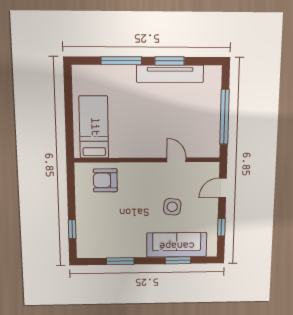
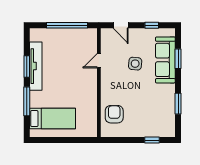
bed: (94, 127) -> (52, 119), moved, turned 180
armchair: (105, 180) -> (114, 114), turned 180

